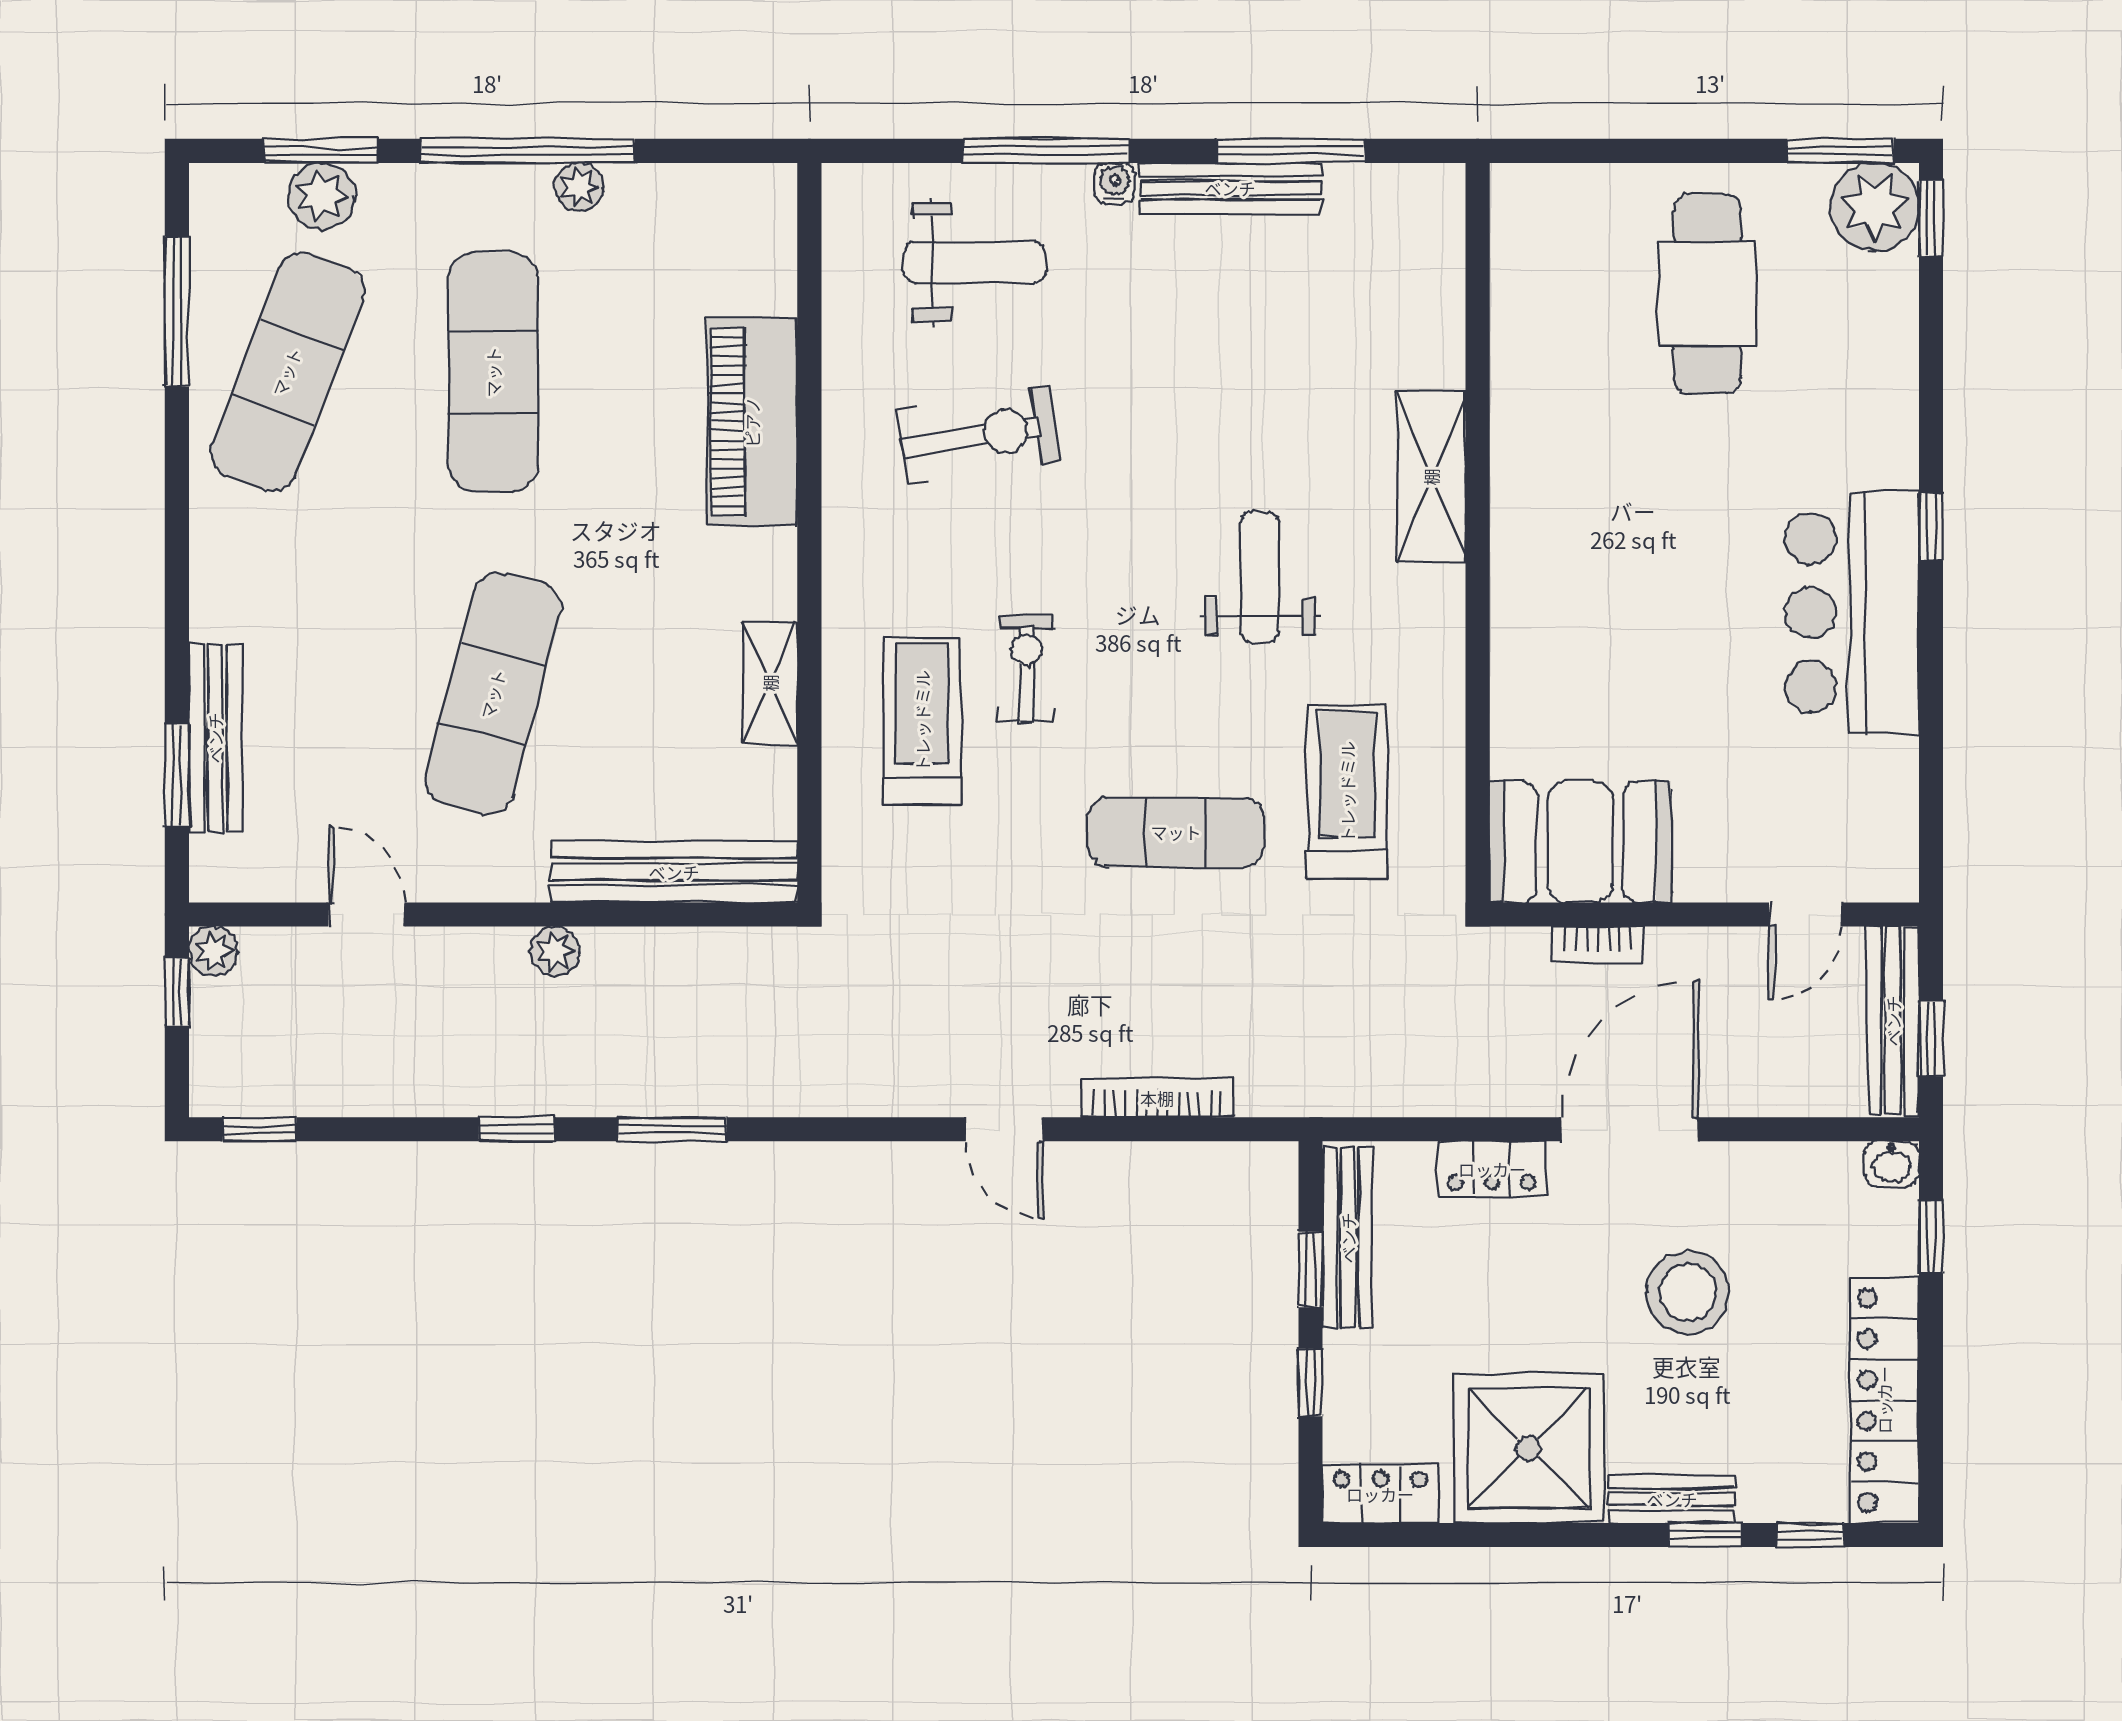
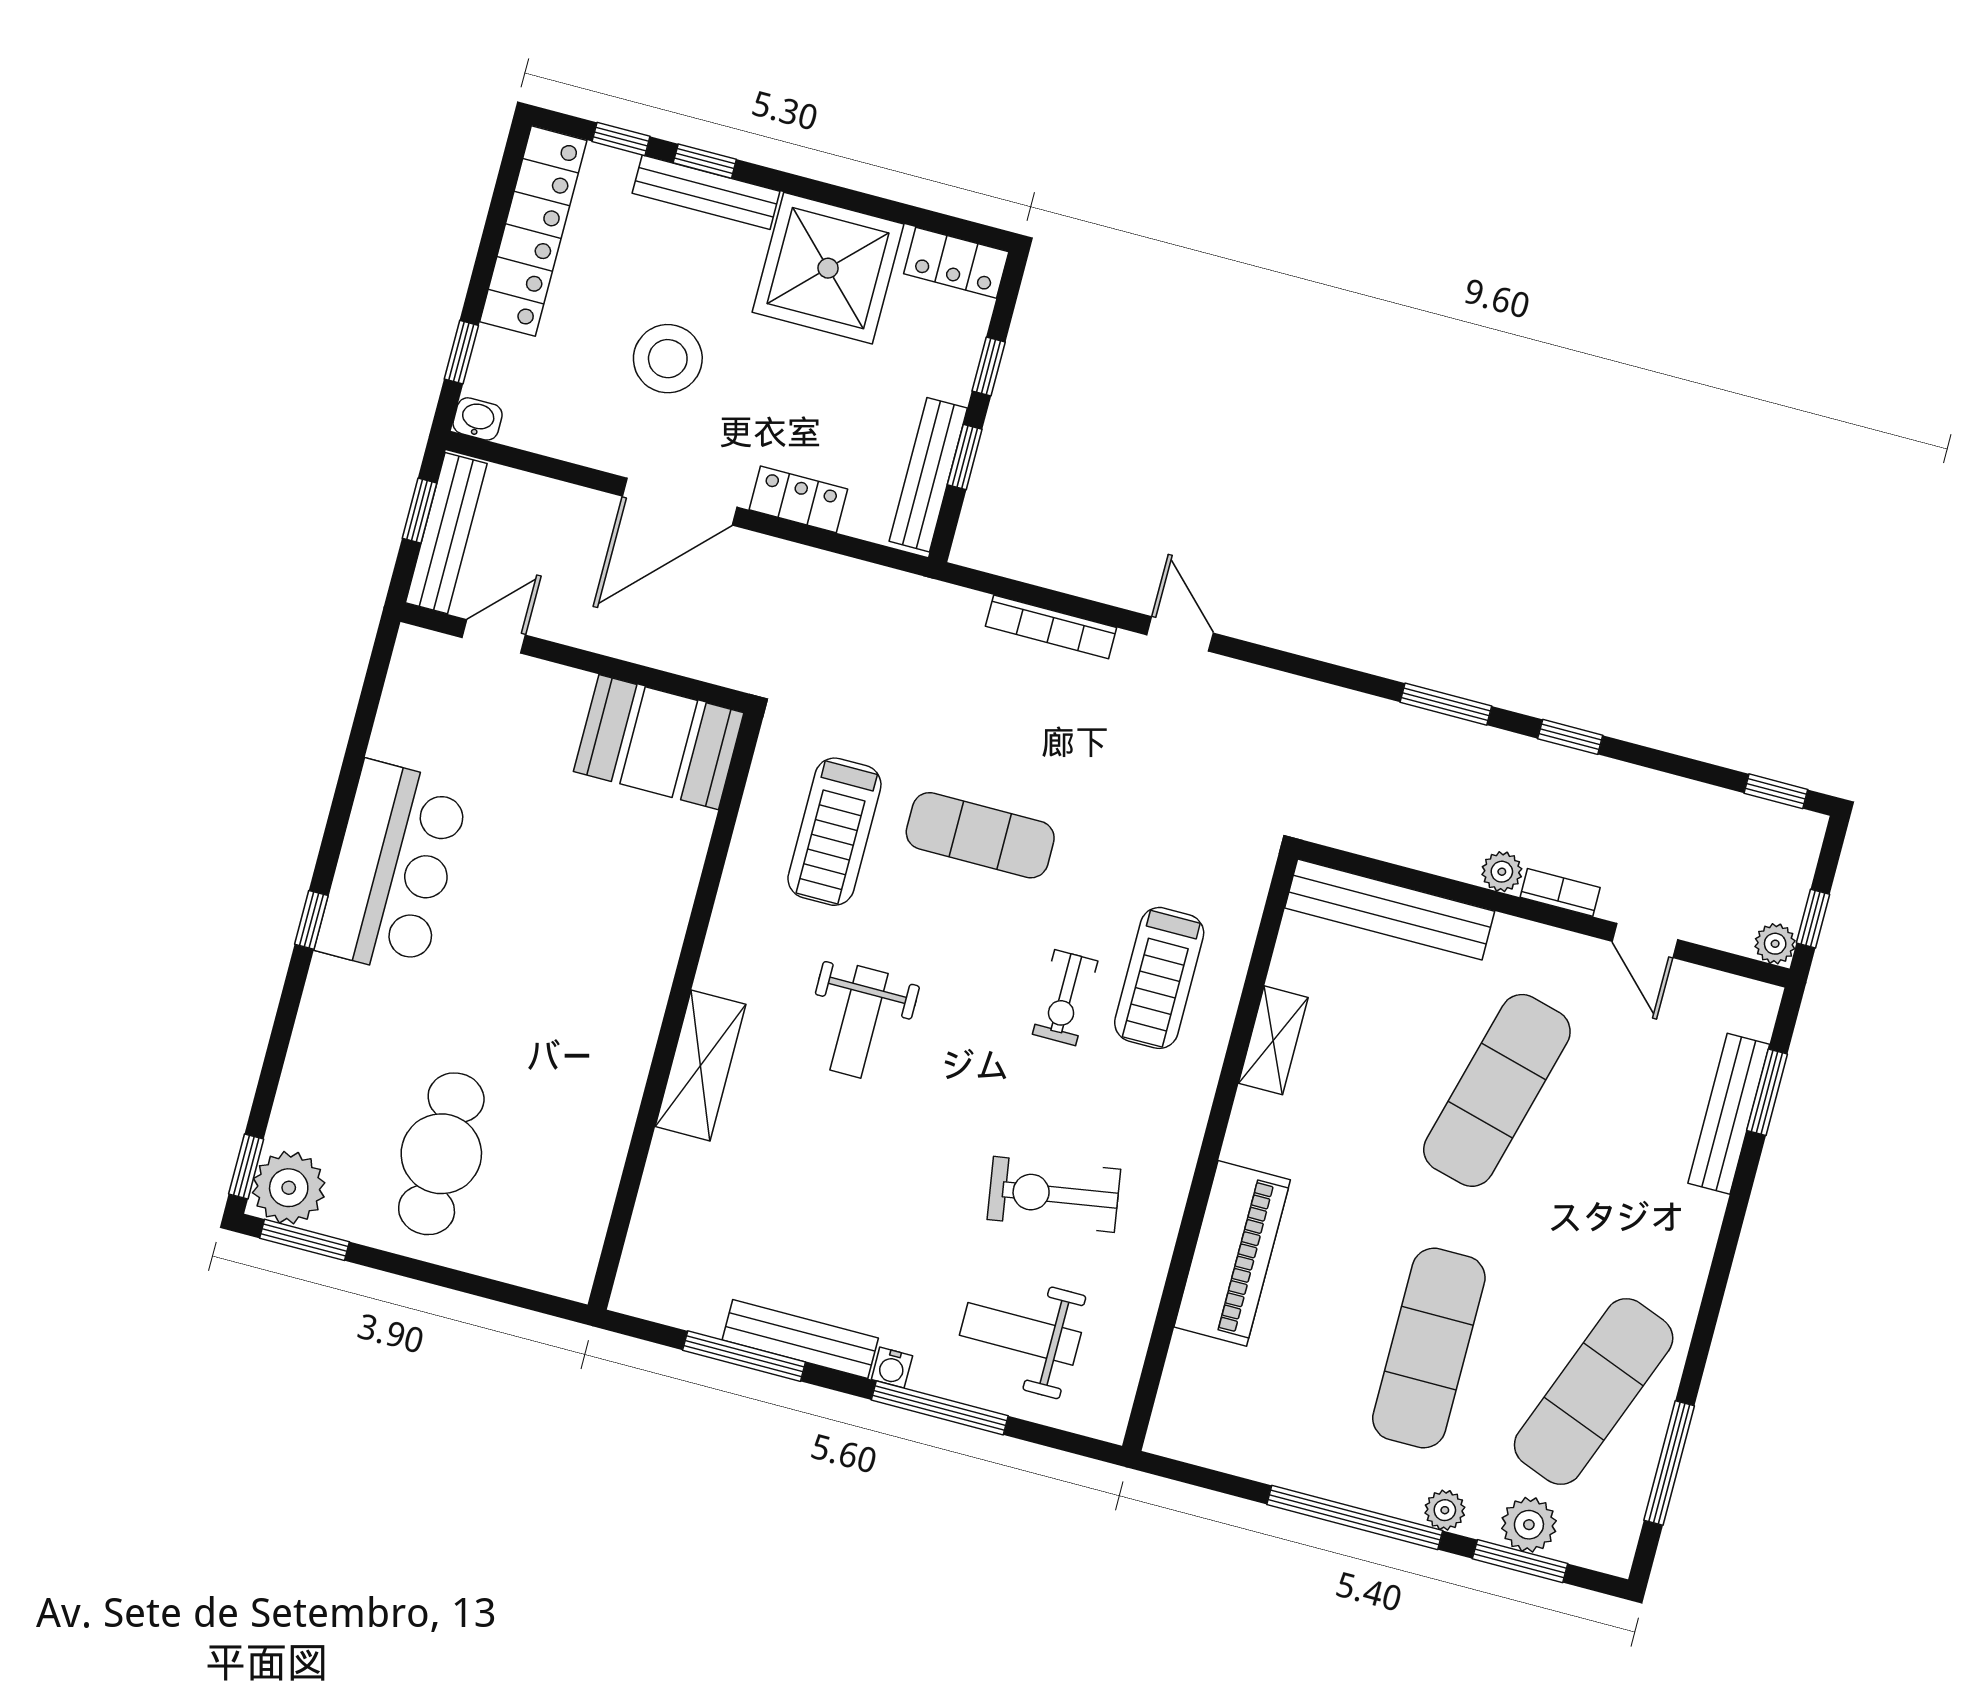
plant: (579, 187) -> (1445, 1510), moved
bookcase: (1598, 945) -> (1560, 892), moved
bench: (1672, 1499) -> (706, 192), width x1.36

